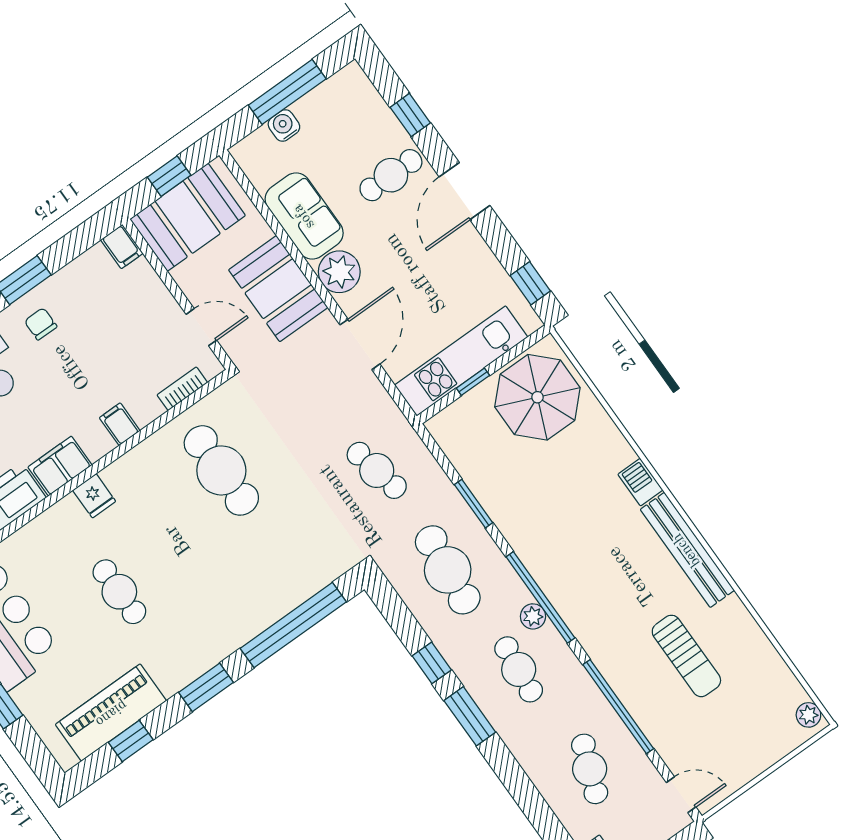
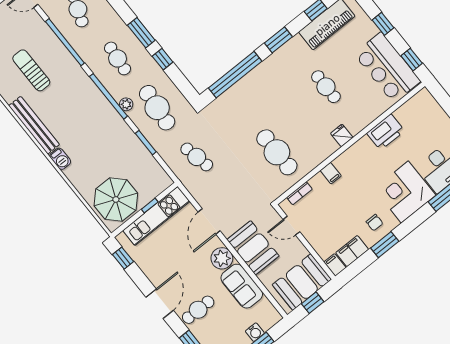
filing cabinet: (60, 466) -> (352, 251), moved, turned 180
plant: (533, 616) -> (126, 104), moved

